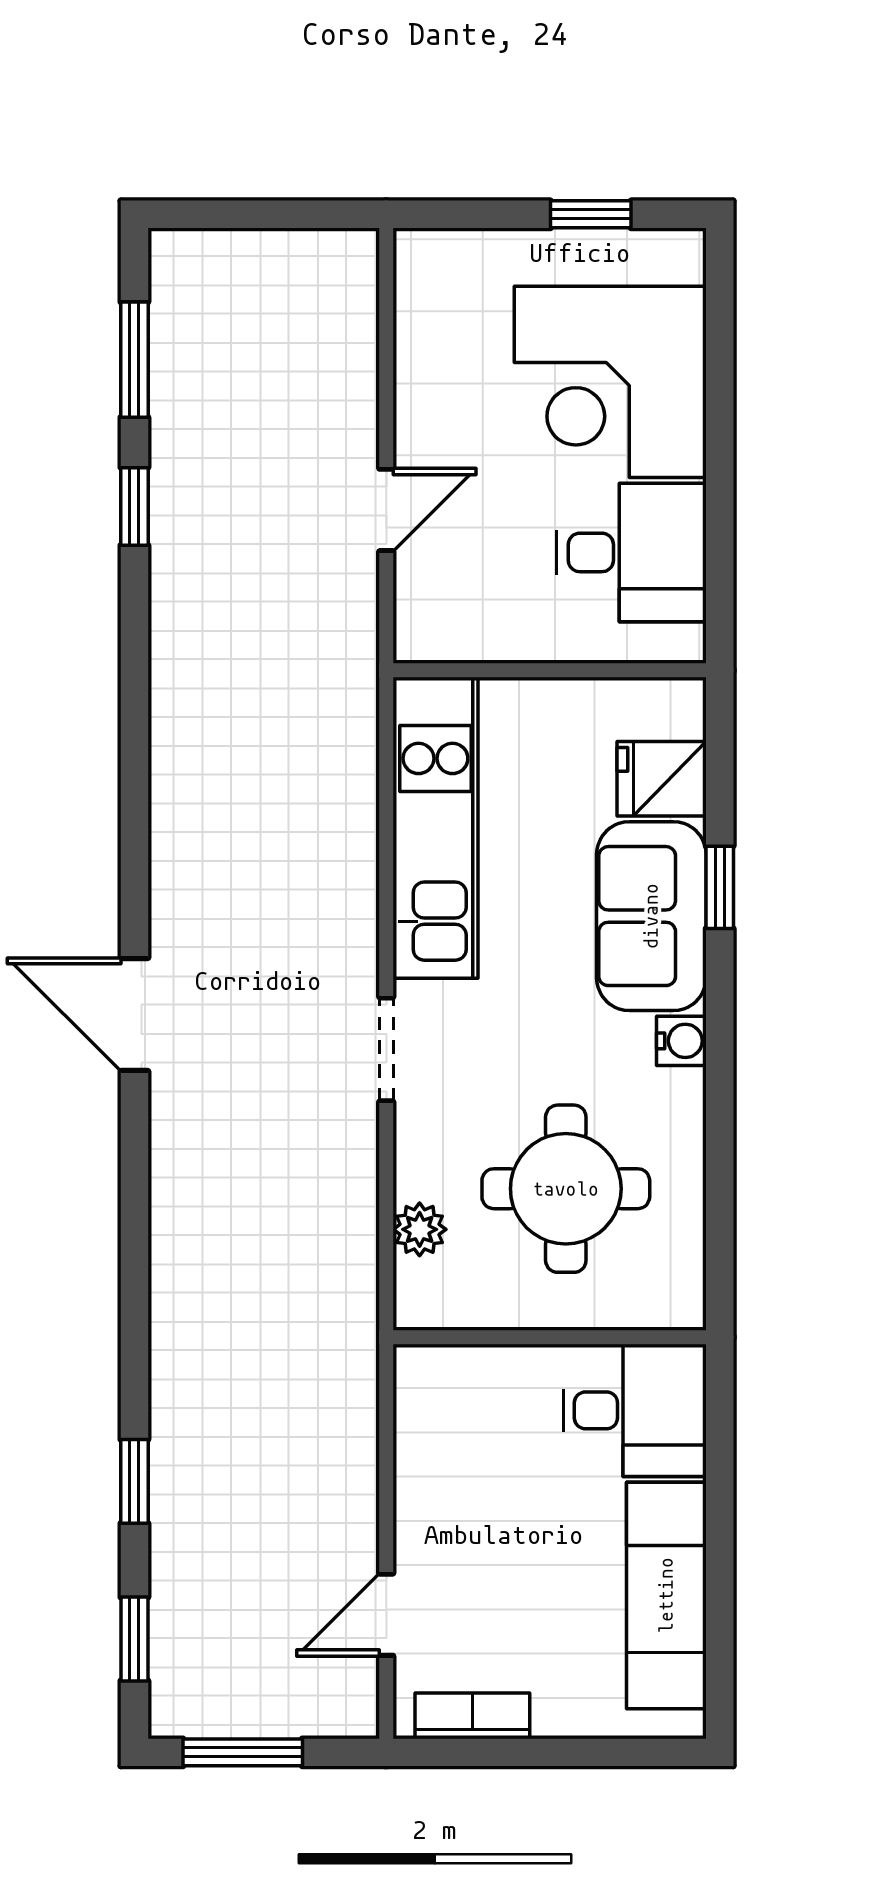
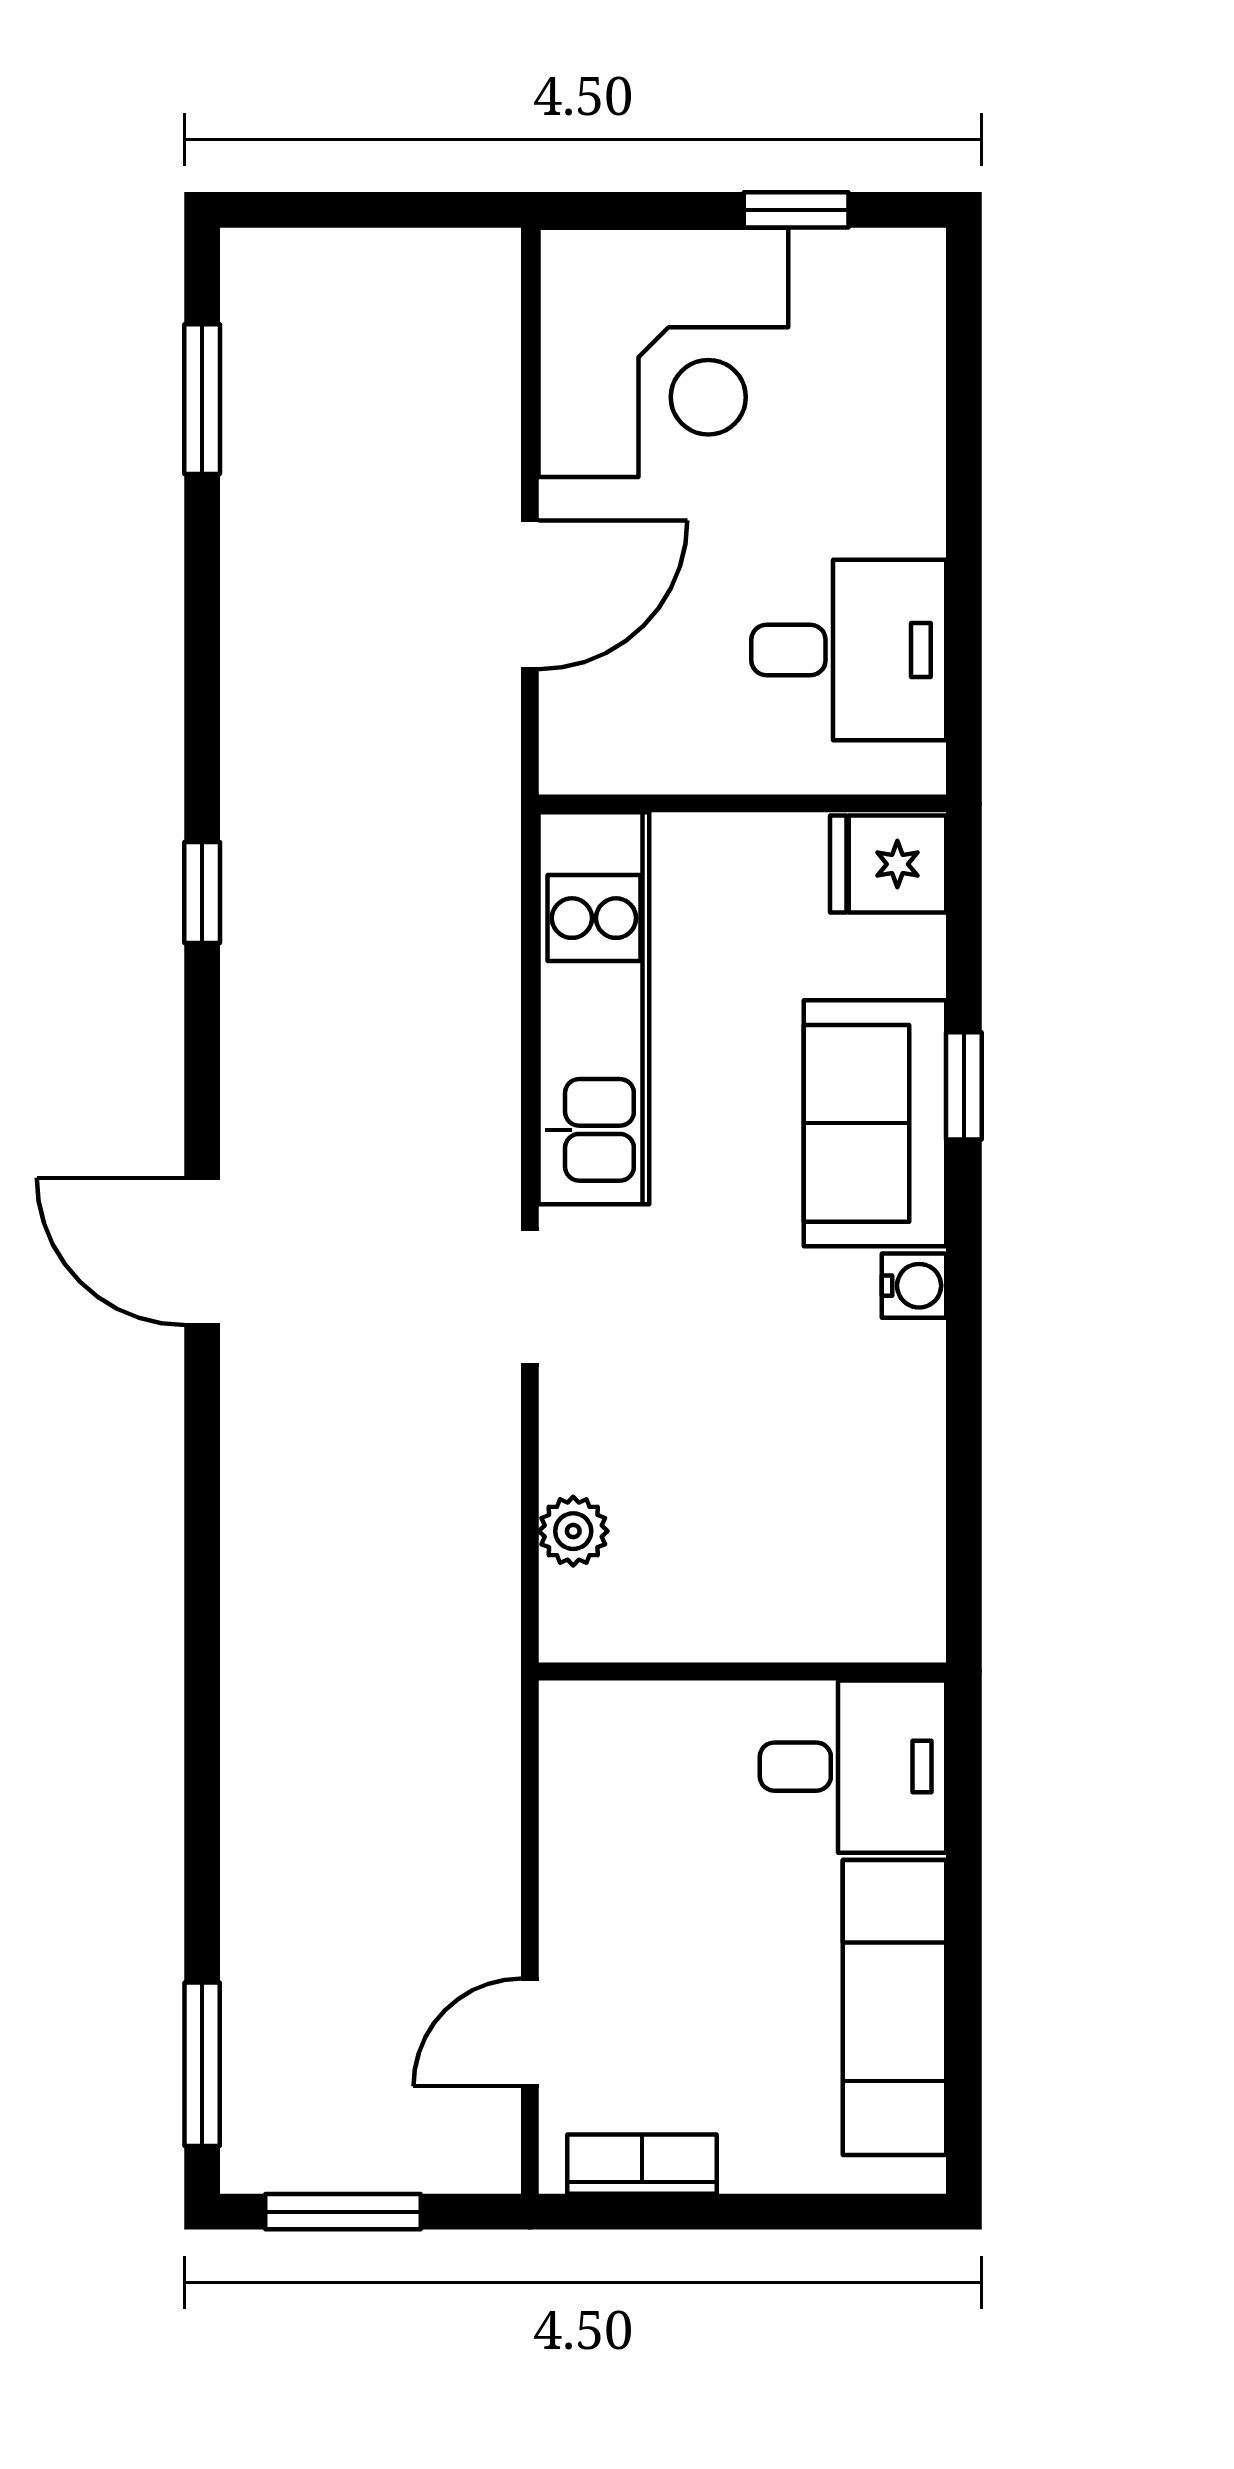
corner desk: (610, 382) -> (663, 352), moved, turned -90
window: (134, 506) -> (202, 893), moved
door: (386, 510) -> (530, 595), width x1.38
fridge: (662, 779) -> (888, 864), moved
round table: (566, 1189) -> (764, 1478), removed
window: (134, 1481) -> (202, 1859), removed
window: (134, 1639) -> (202, 2064), width x1.50

